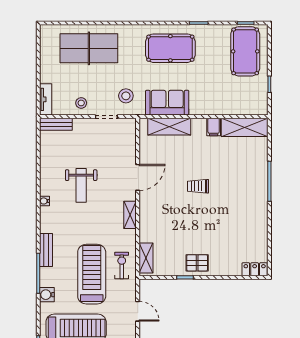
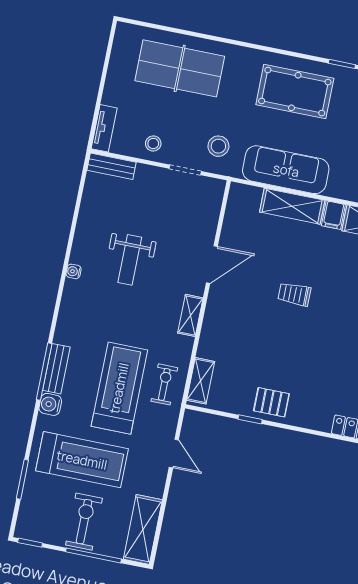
sofa: (167, 103) -> (286, 170), width x1.36
shelving: (169, 127) -> (292, 206), moved
bench: (46, 250) -> (56, 369), moved

